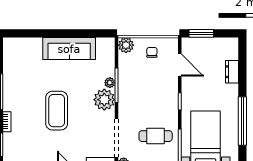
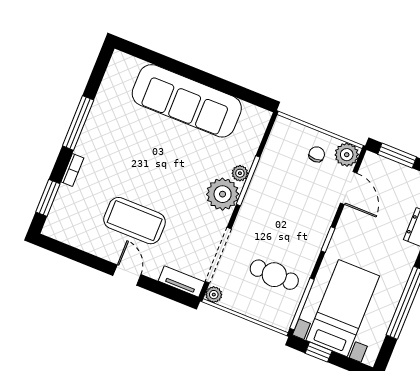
plant: (126, 45) -> (347, 155), moved
sofa: (69, 49) -> (187, 101), width x1.36, depth x1.27
coffee table: (57, 111) -> (135, 221), moved, turned 90

